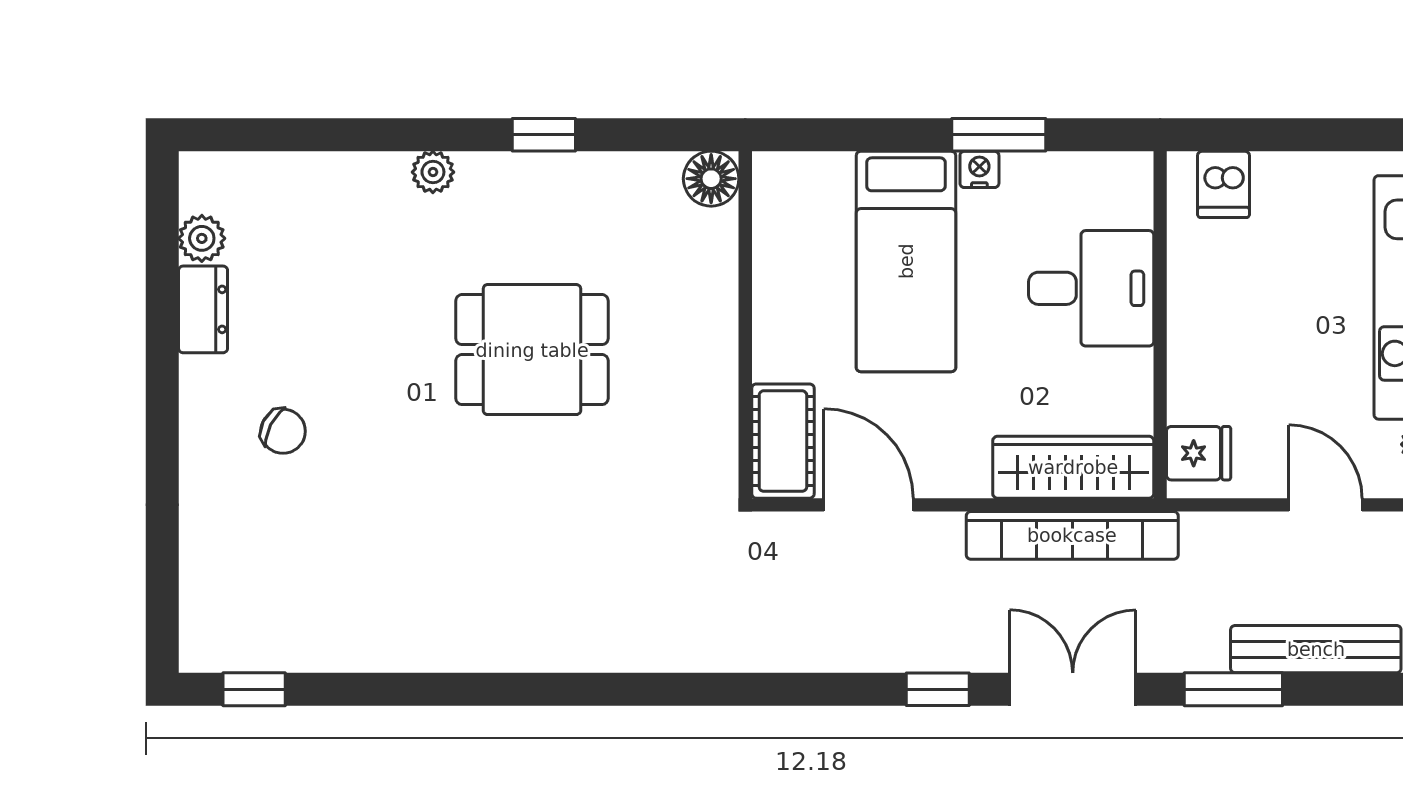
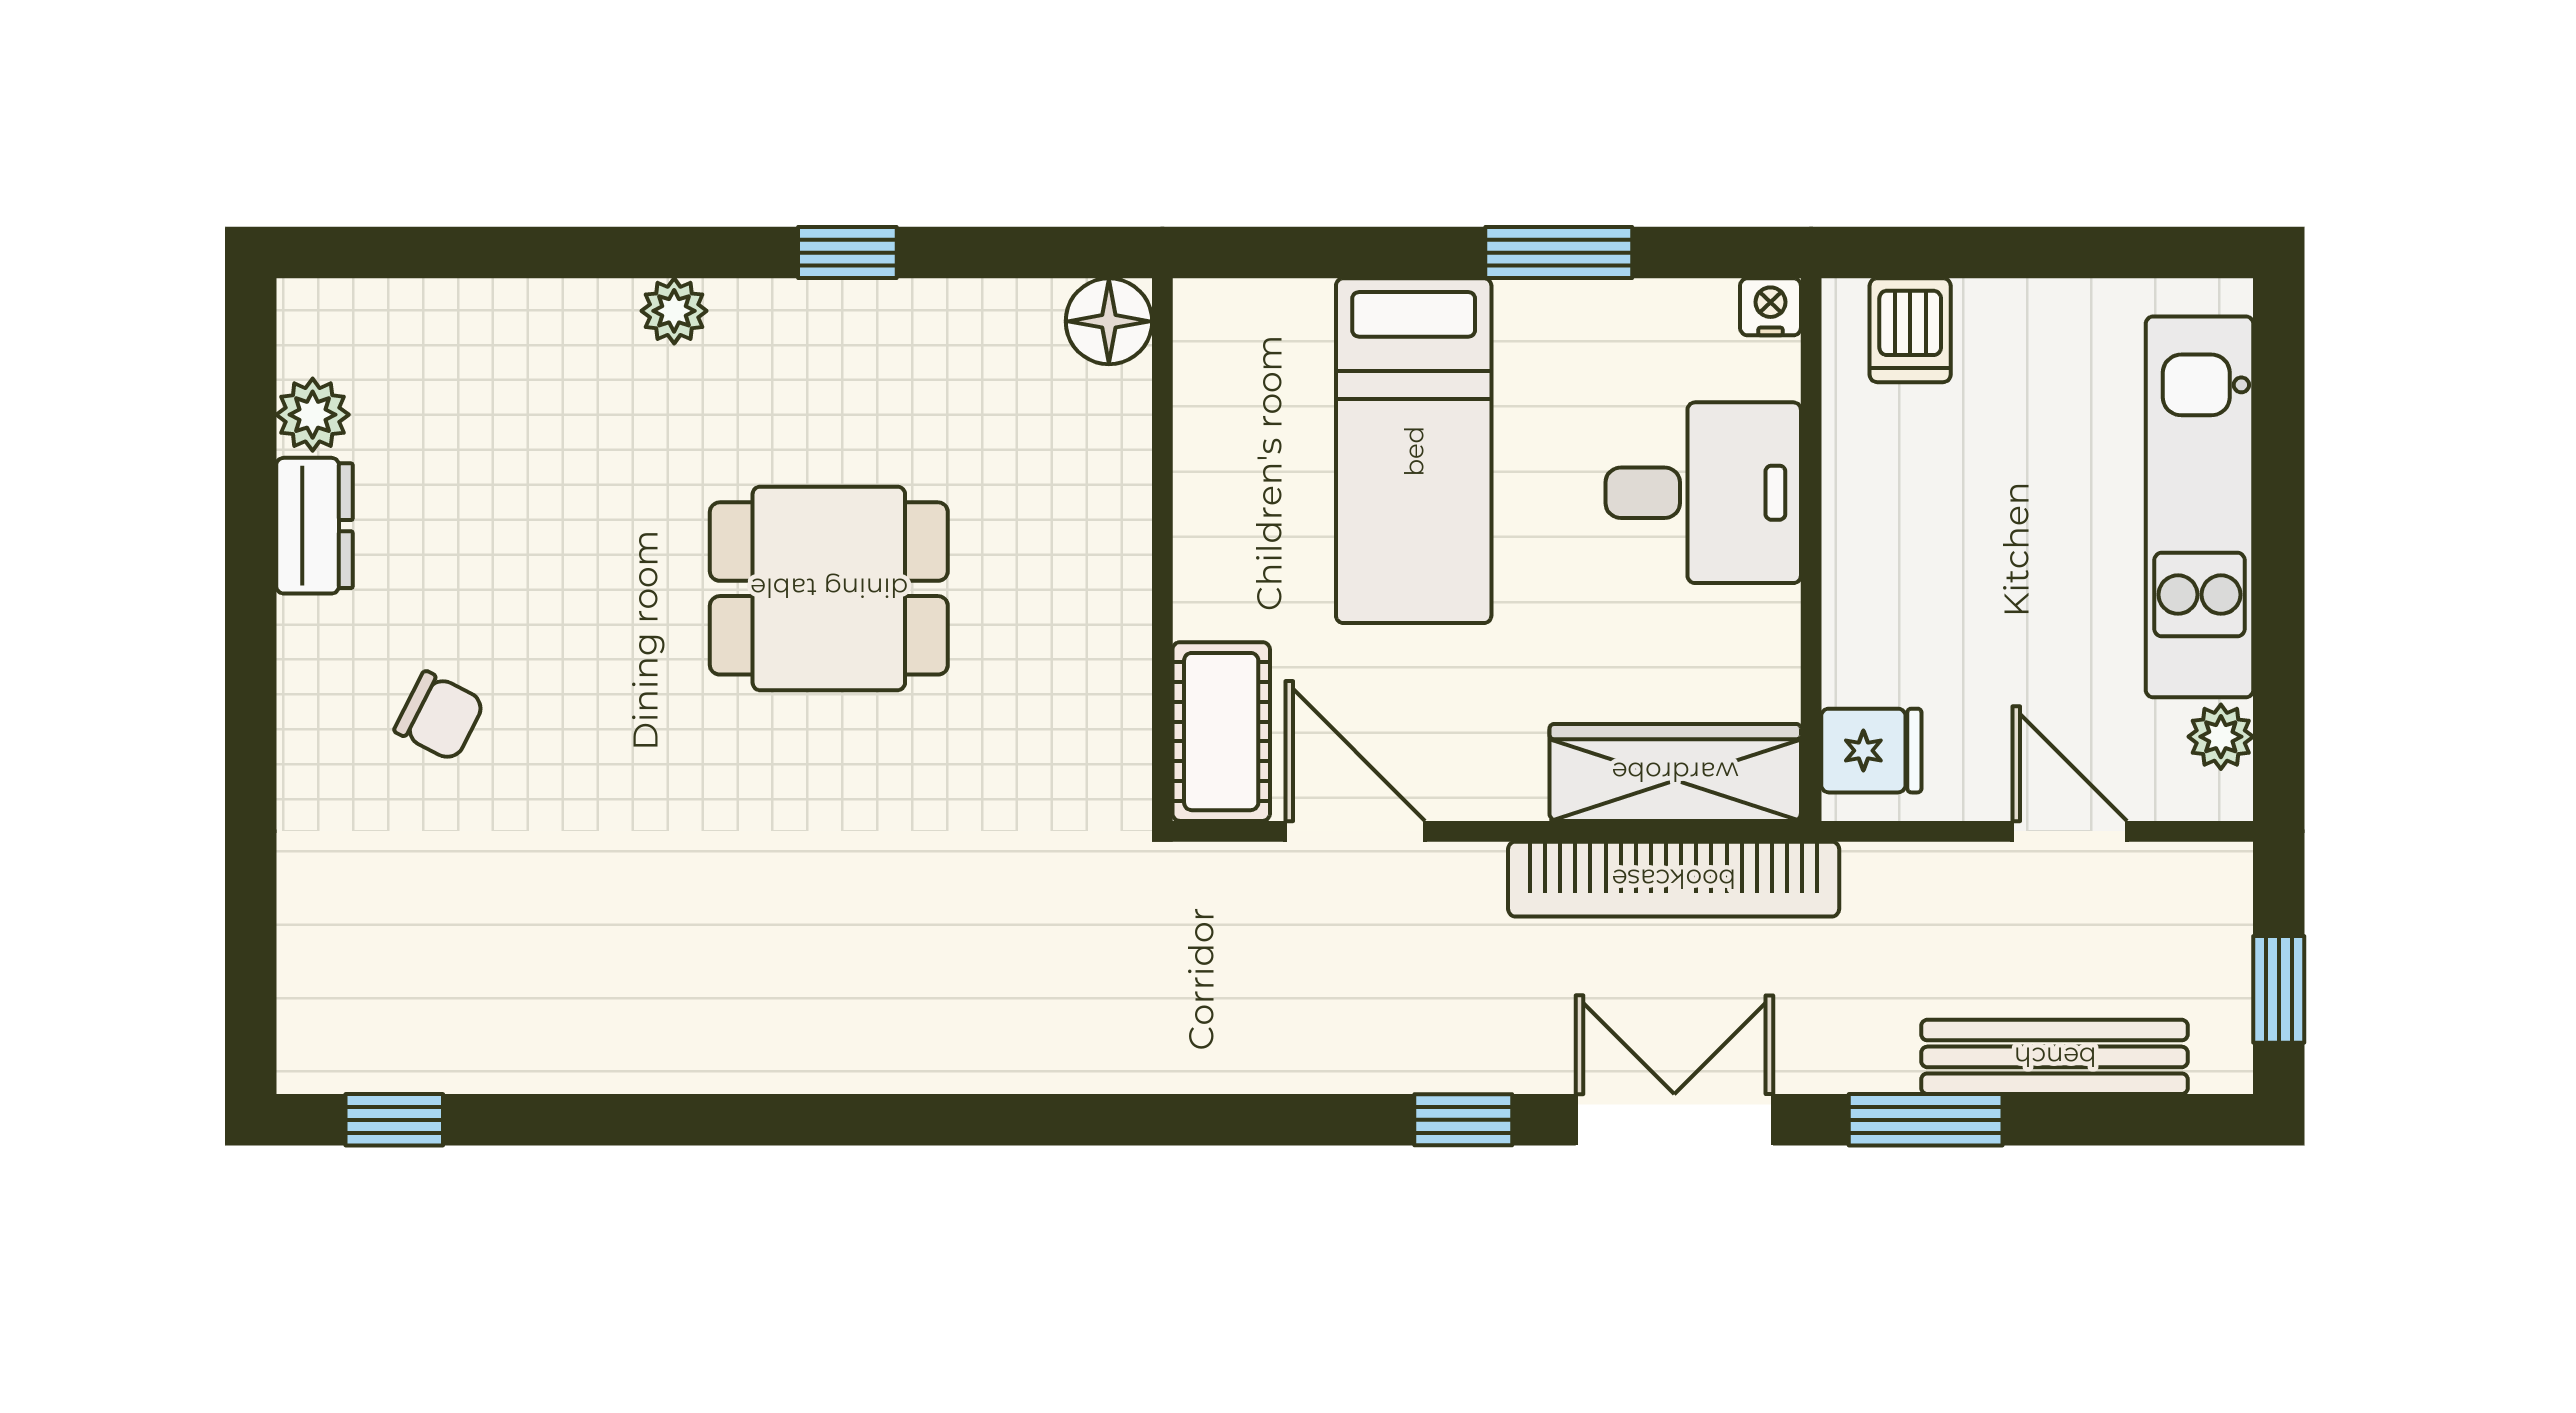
nightstand: (979, 169) -> (1770, 307), moved

